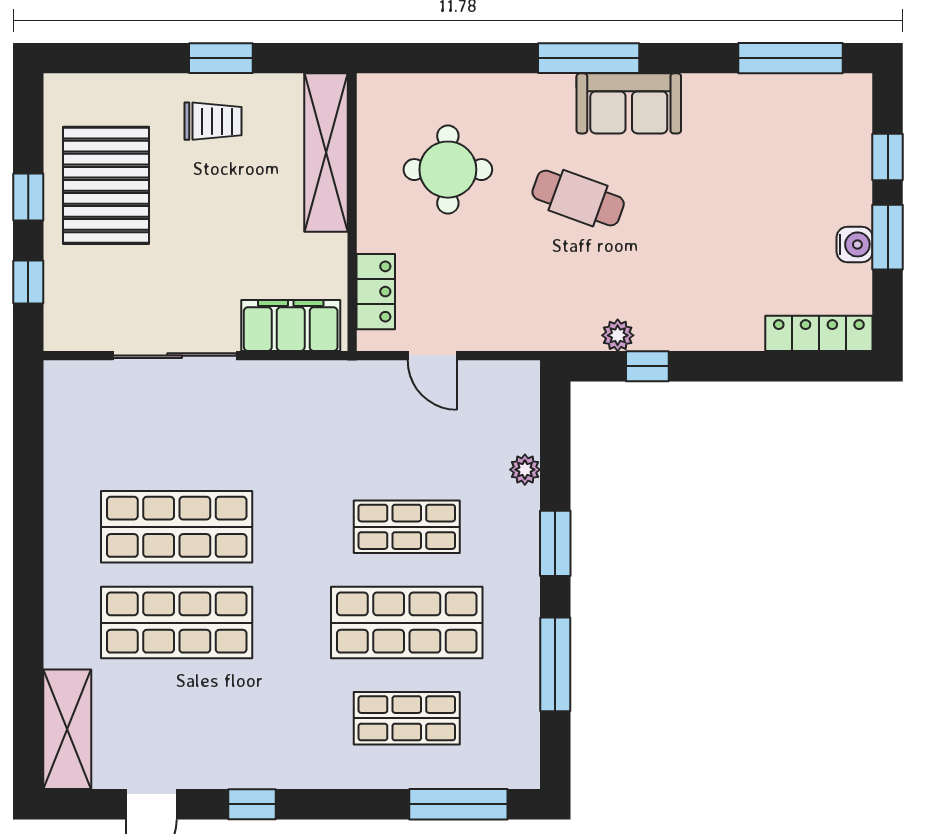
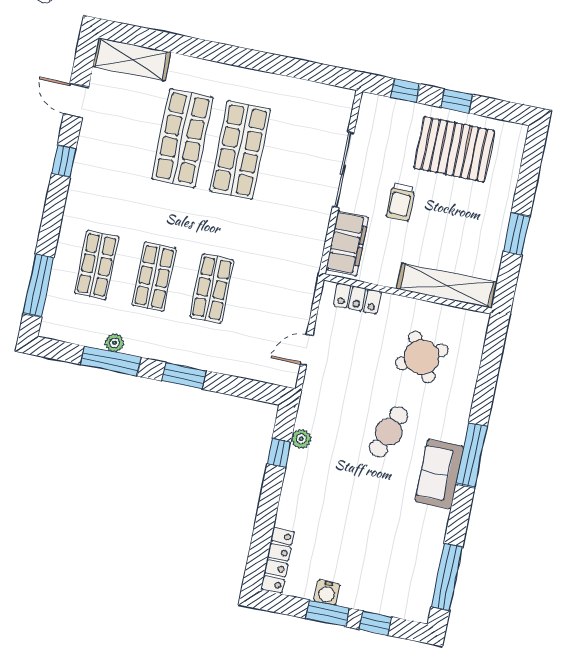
trolley: (213, 121) -> (401, 202), moved
round table: (448, 170) -> (422, 357), turned -30
door: (432, 356) -> (307, 350), moved
plant: (525, 470) -> (114, 343), moved
shop shelf: (407, 623) -> (154, 277), width x0.70, depth x0.74

